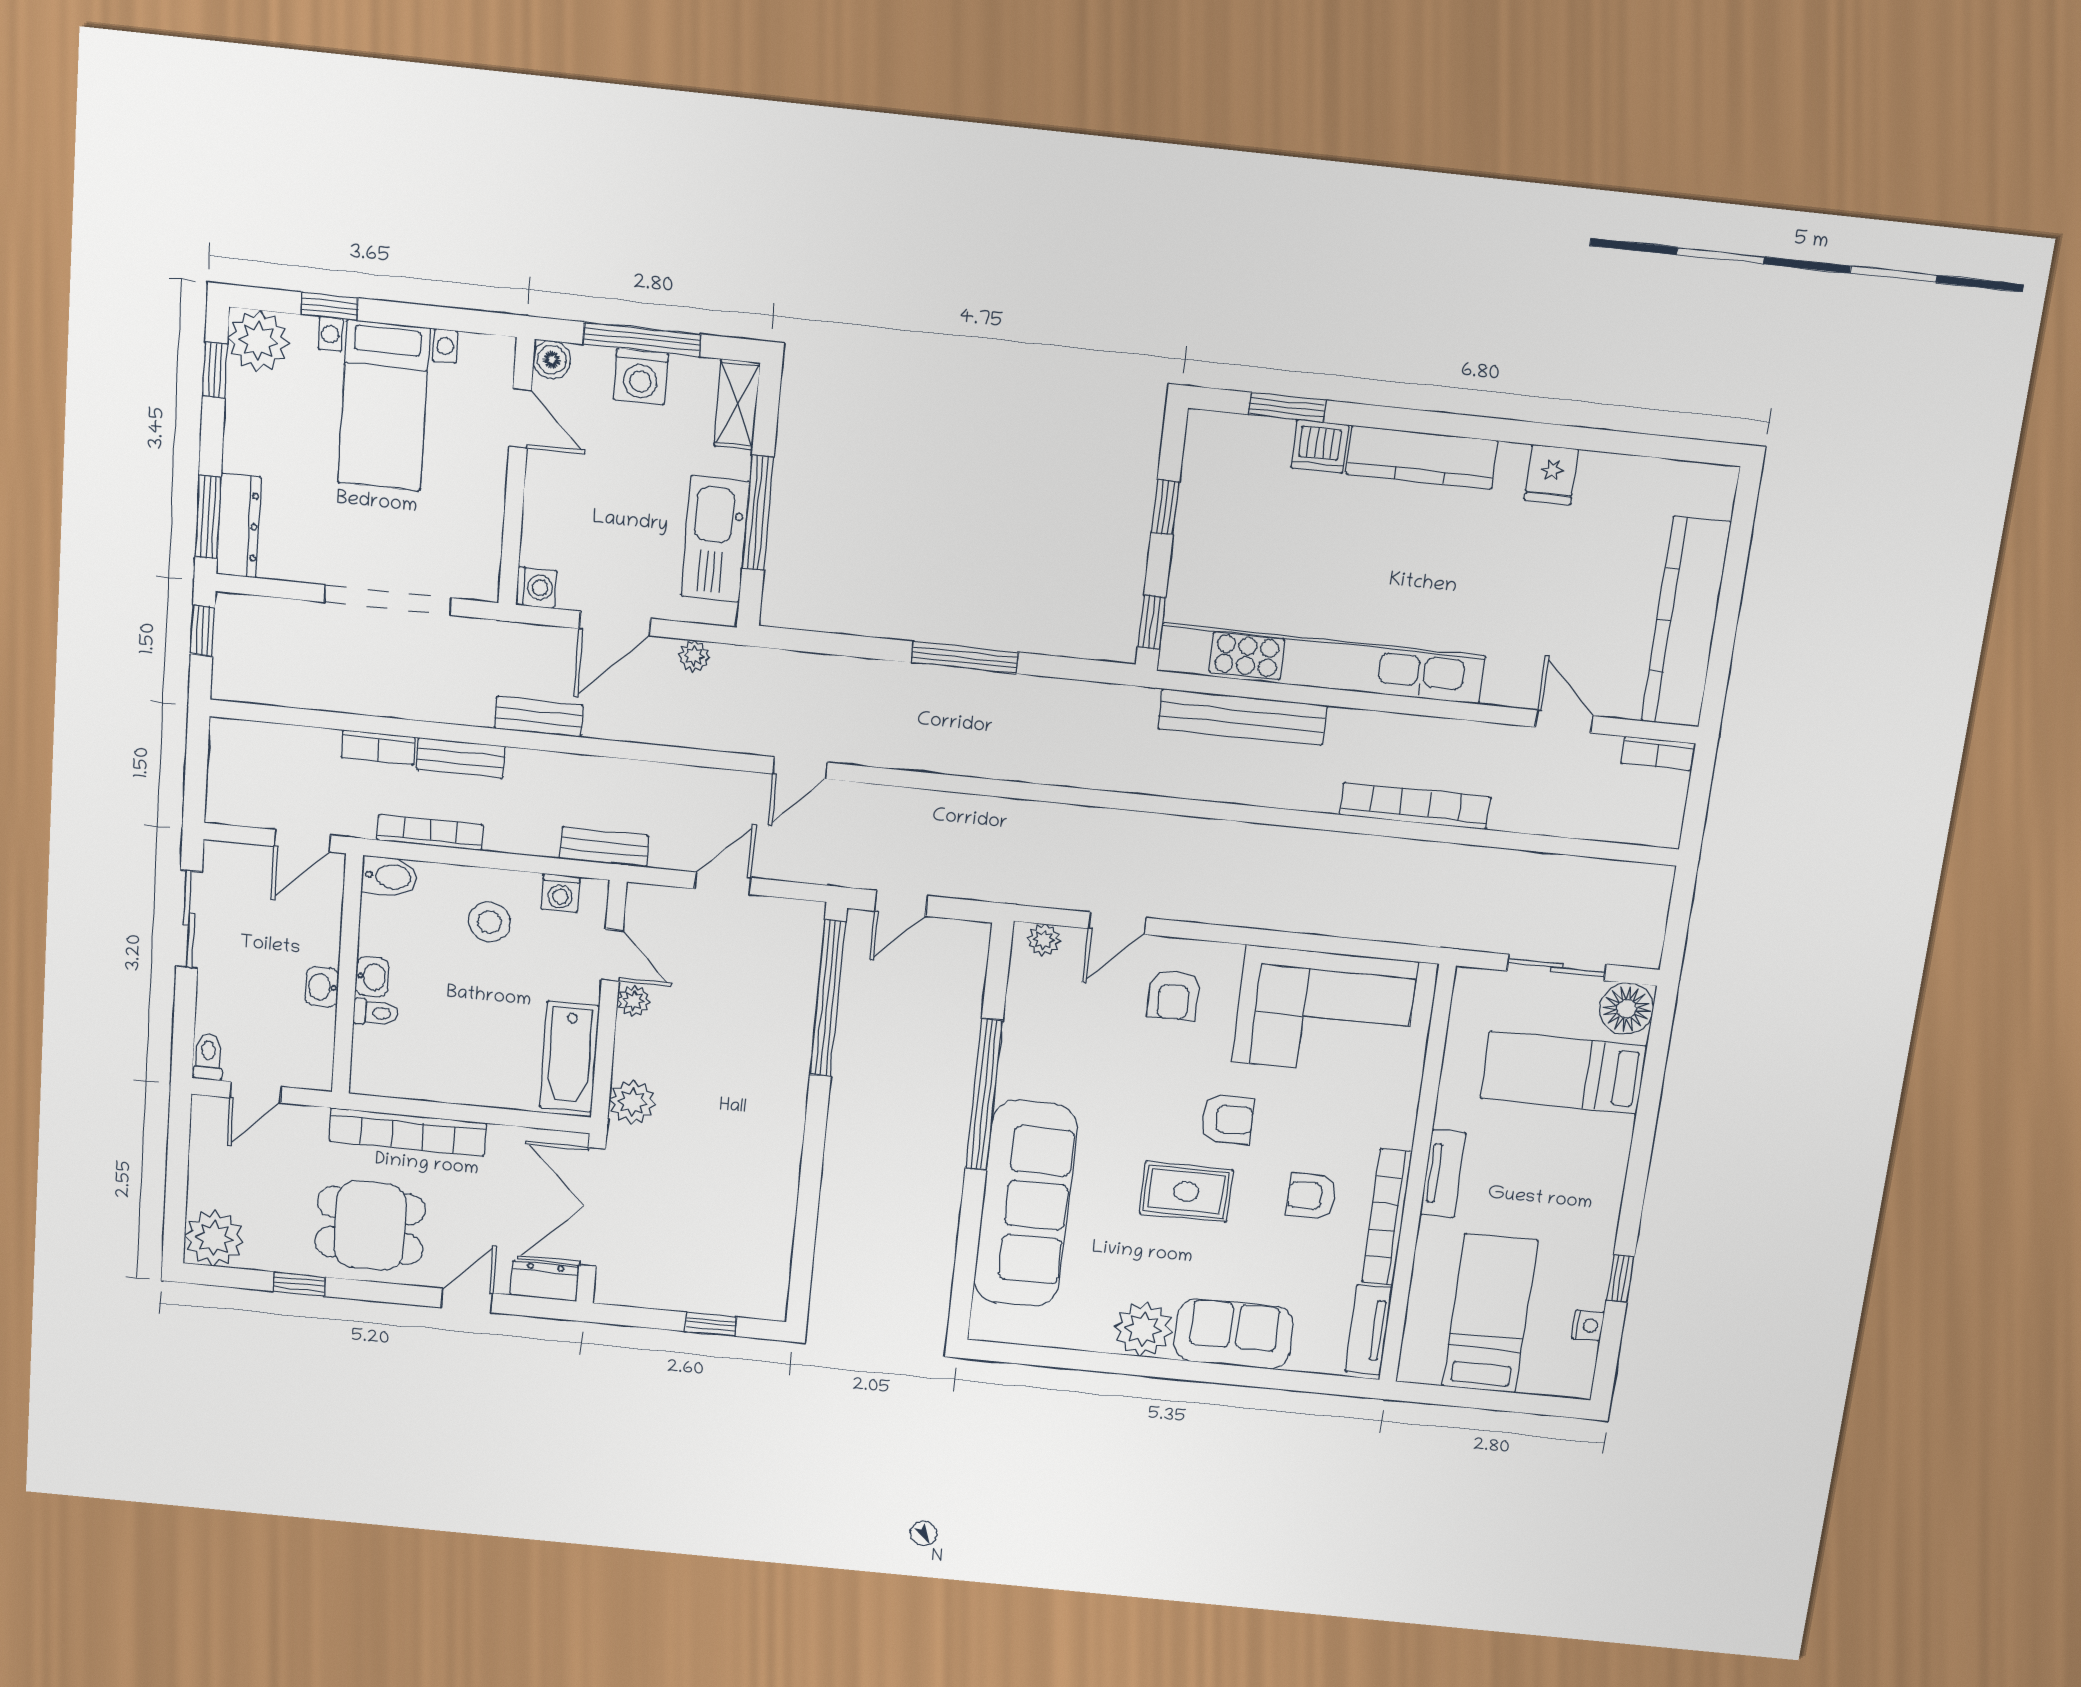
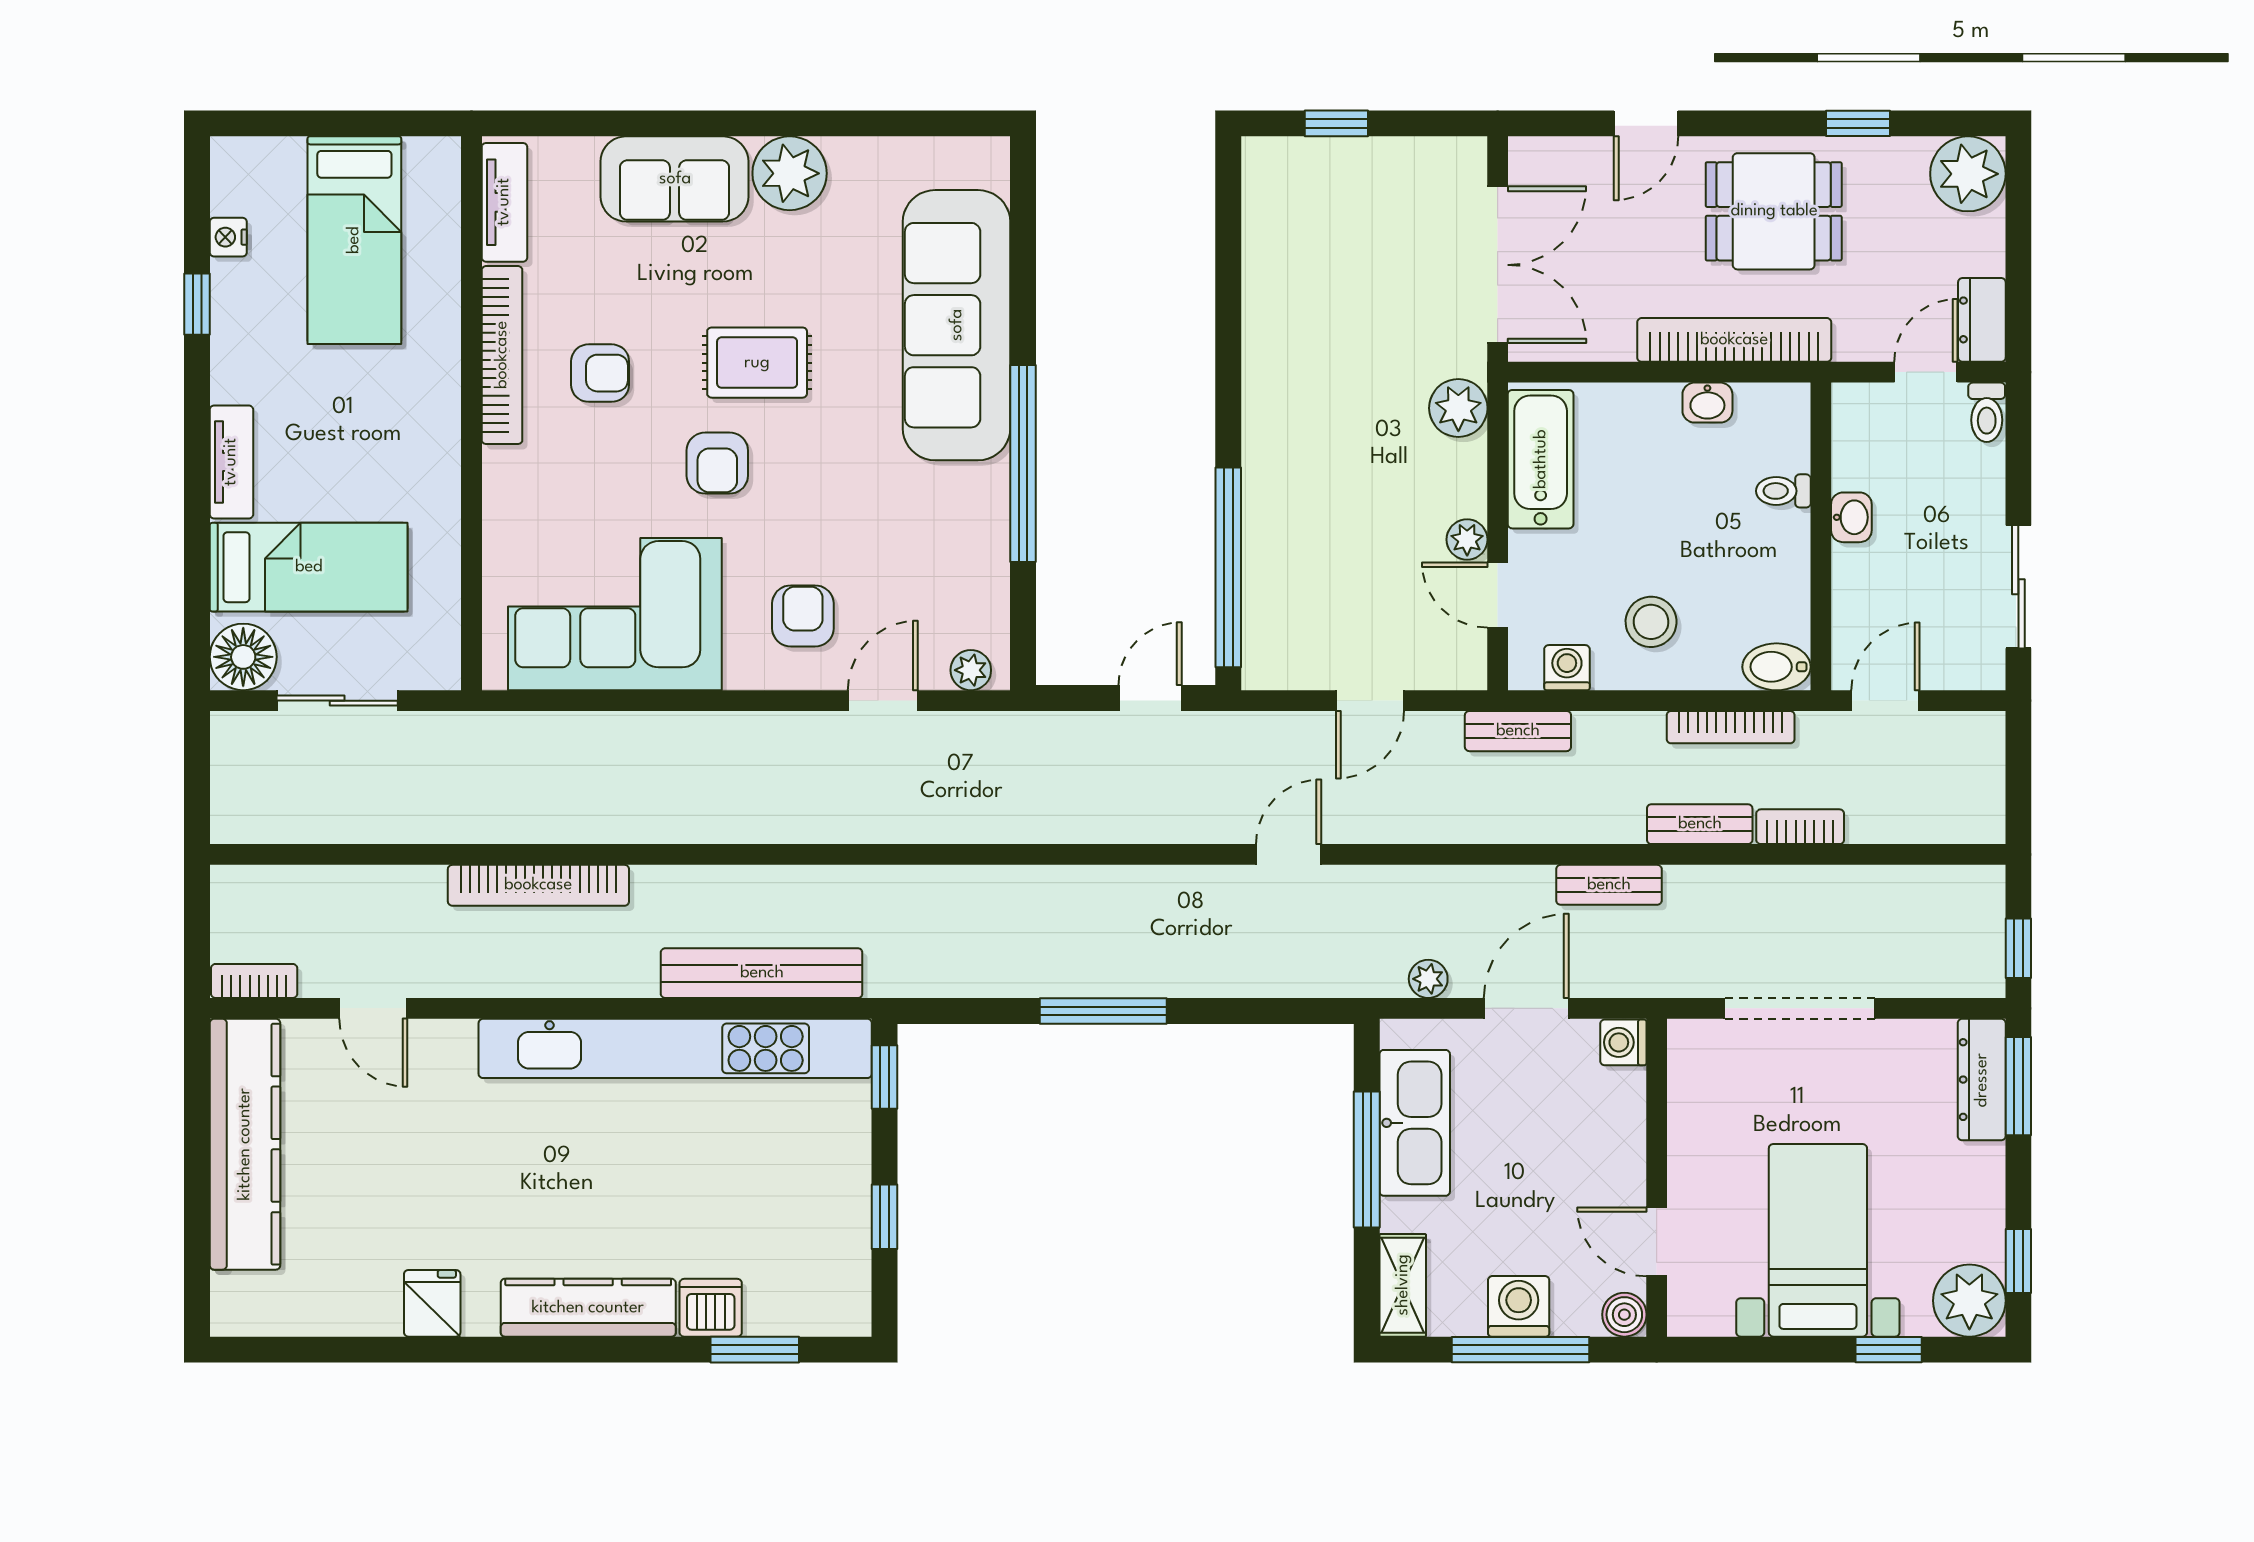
washbasin: (372, 977) -> (1707, 403), moved, turned -90
armchair: (1227, 1119) -> (717, 463), turned -90
tv unit: (1443, 1174) -> (231, 462), moved, turned 180
dresser: (545, 1281) -> (1982, 320), moved, turned 90

